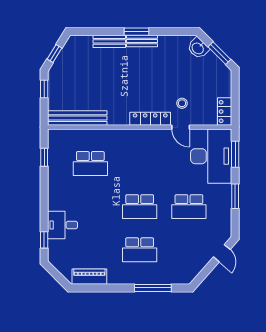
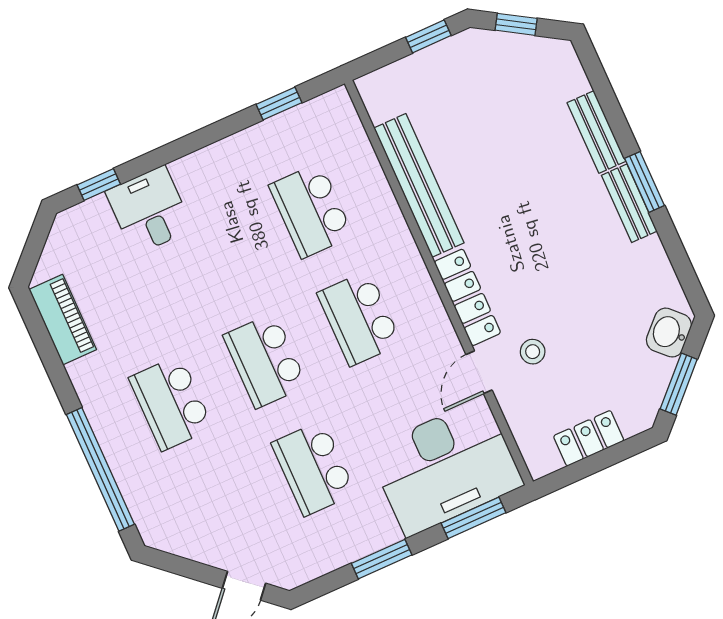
locker: (225, 112) -> (589, 438), moved
bench: (77, 118) -> (419, 185), moved
school desk: (140, 164) -> (359, 318), added
window: (153, 288) -> (100, 469), width x1.46

